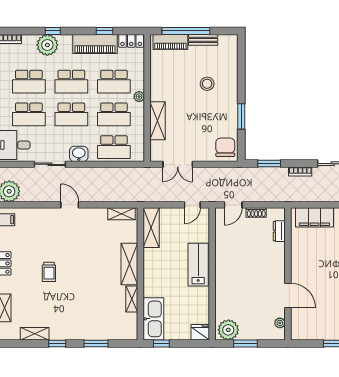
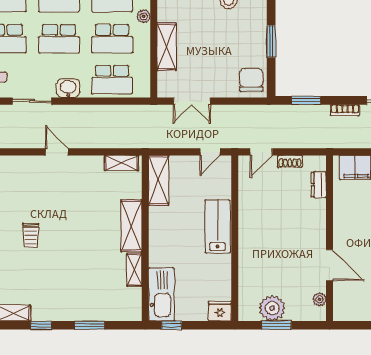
plant: (228, 330) -> (272, 308), moved

